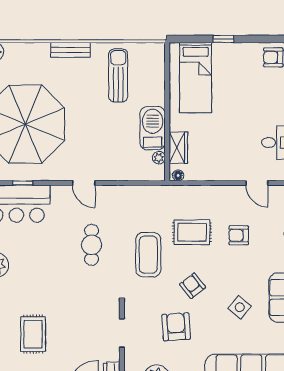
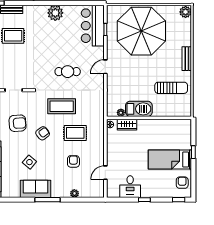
bed: (196, 78) -> (170, 159), moved
rug: (192, 232) -> (75, 133), turned 90

